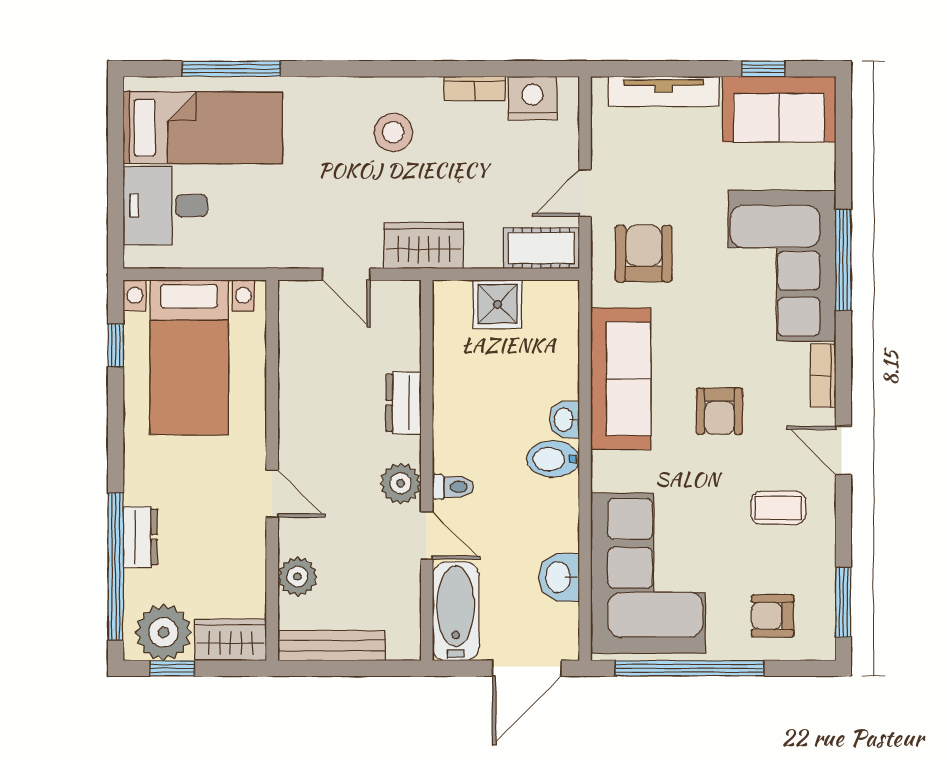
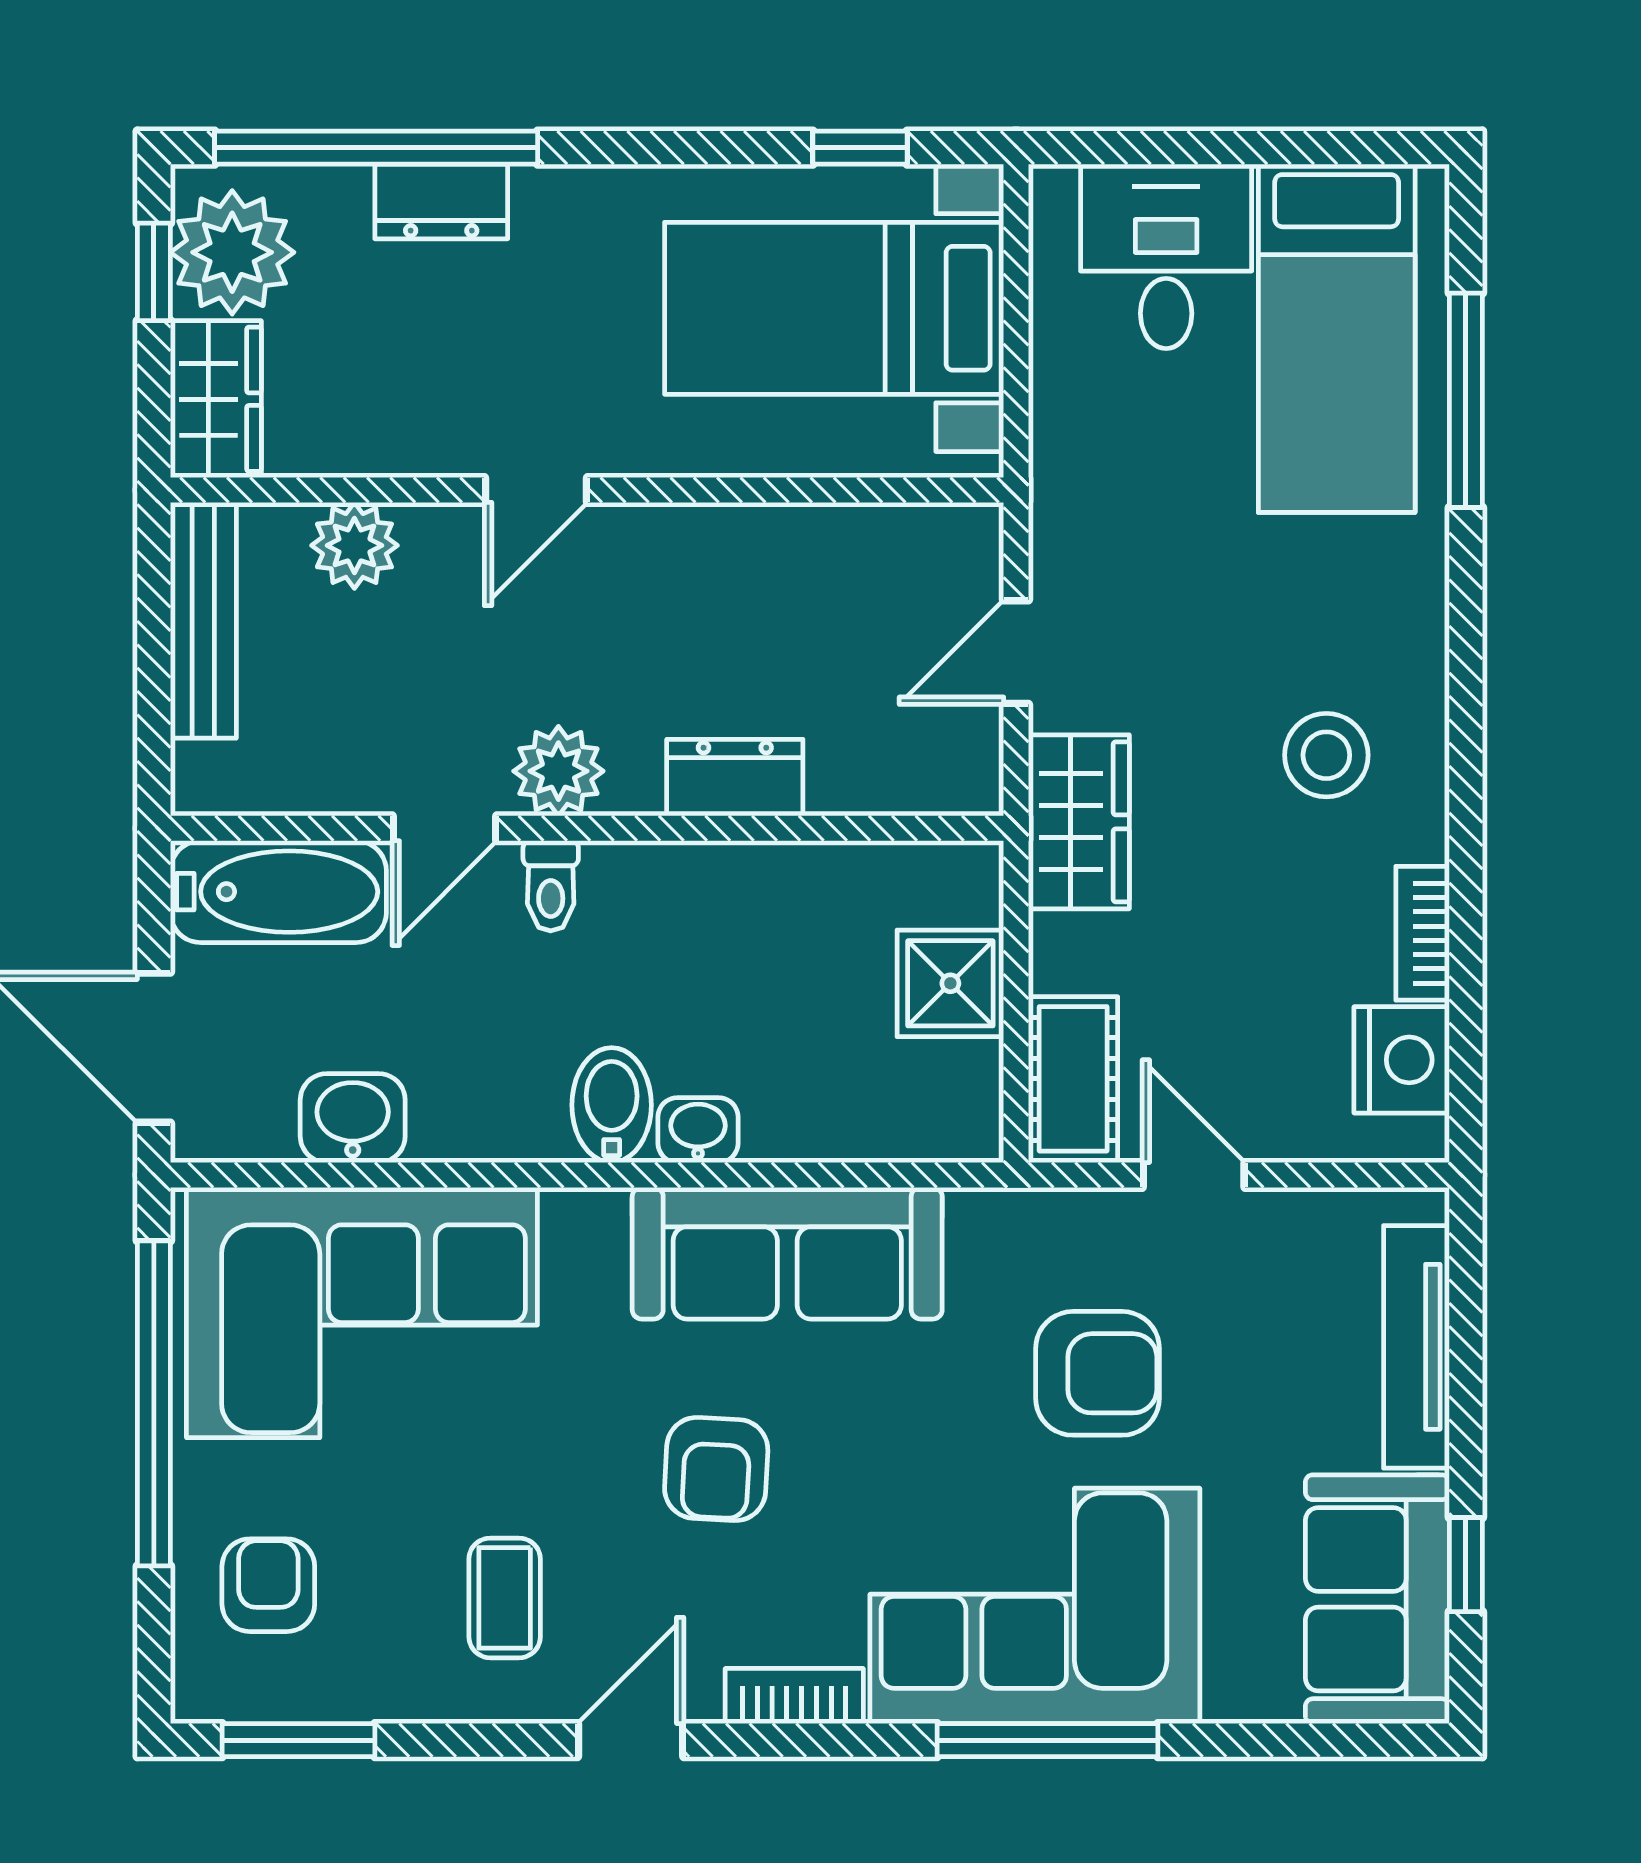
armchair: (644, 254) -> (1098, 1373), moved
armchair: (719, 411) -> (716, 1469), turned -87

